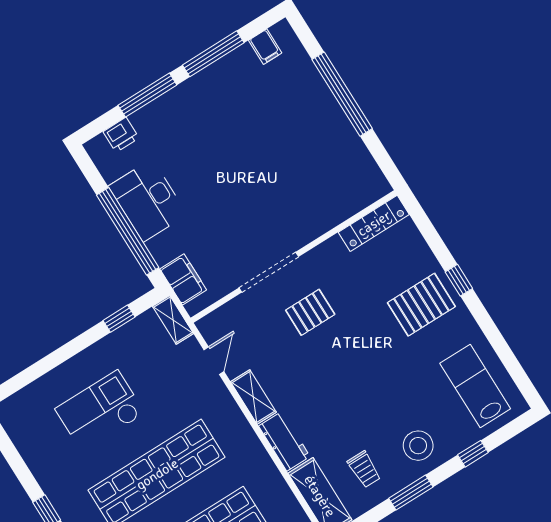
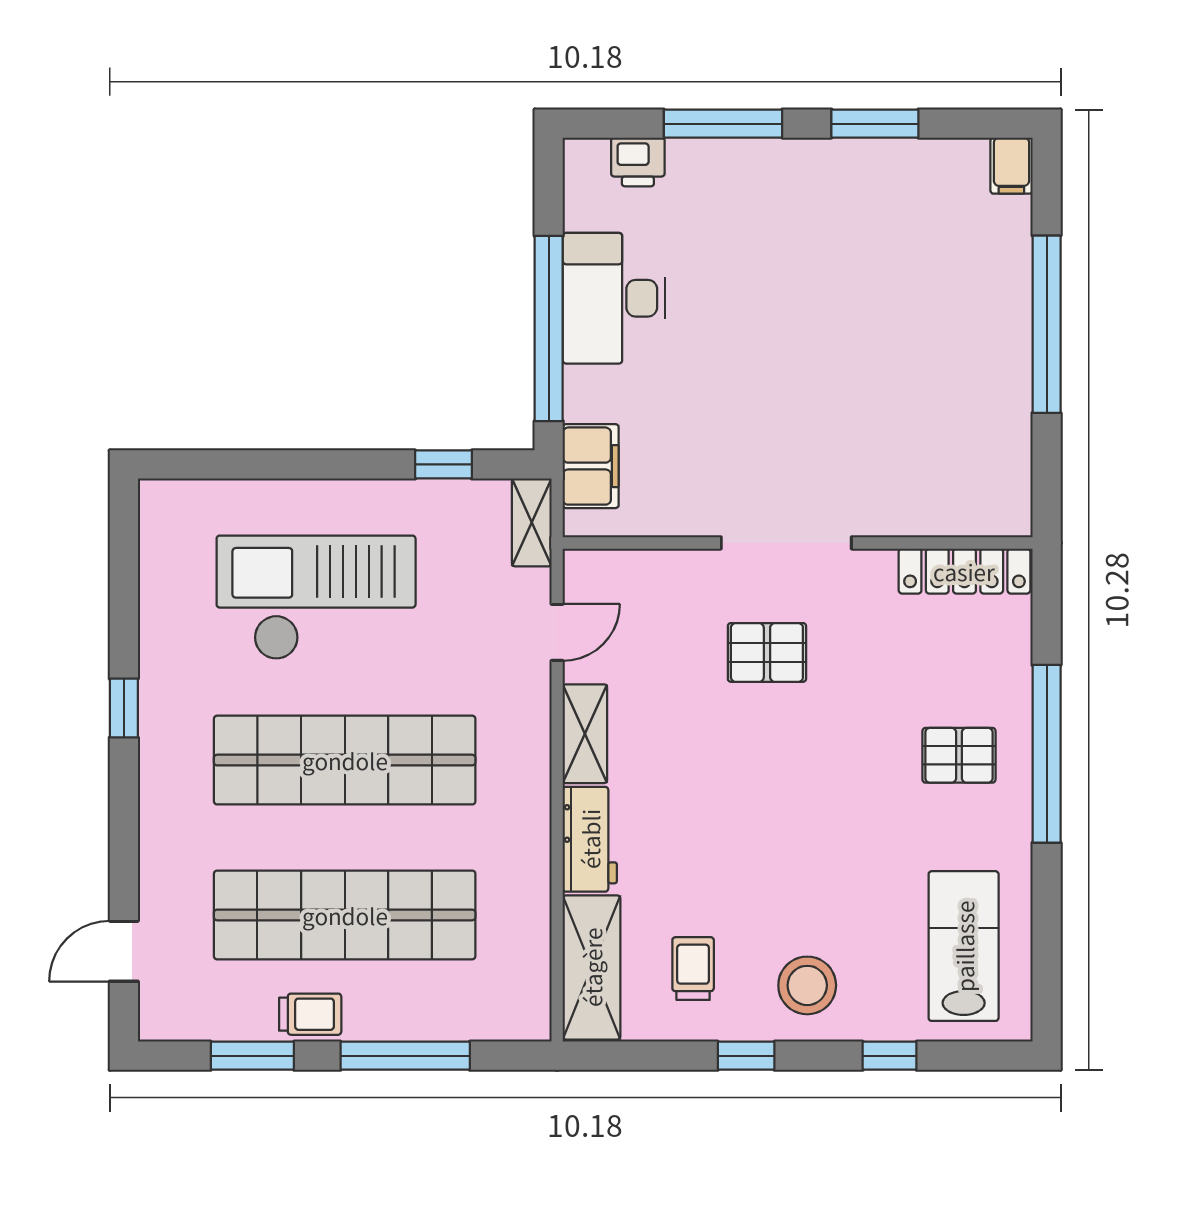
filing cabinet: (265, 47) -> (1011, 166), moved
window: (213, 54) -> (875, 124), width x0.69
doorway: (269, 272) -> (786, 543), moved
window: (459, 280) -> (1047, 754), width x3.17
pallet: (421, 305) -> (959, 755), width x0.67, depth x0.71
checkout: (100, 411) -> (316, 598), width x1.36, depth x1.21
trolley: (364, 469) -> (693, 969), turned 180
window: (411, 493) -> (746, 1056), width x0.67

